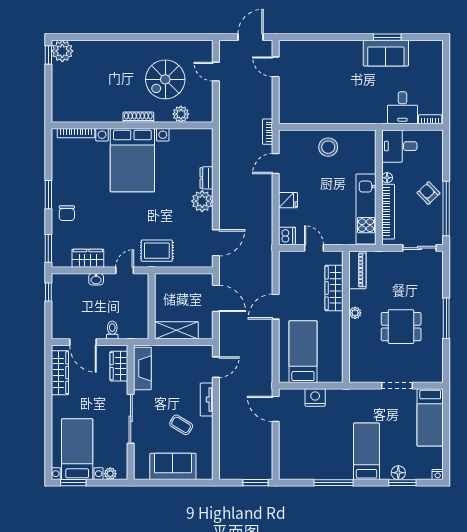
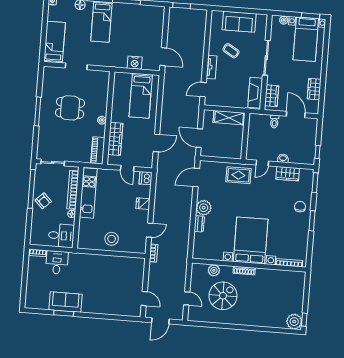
door: (276, 307) -> (156, 143), moved
wardrobe: (60, 373) -> (314, 89), width x0.67

